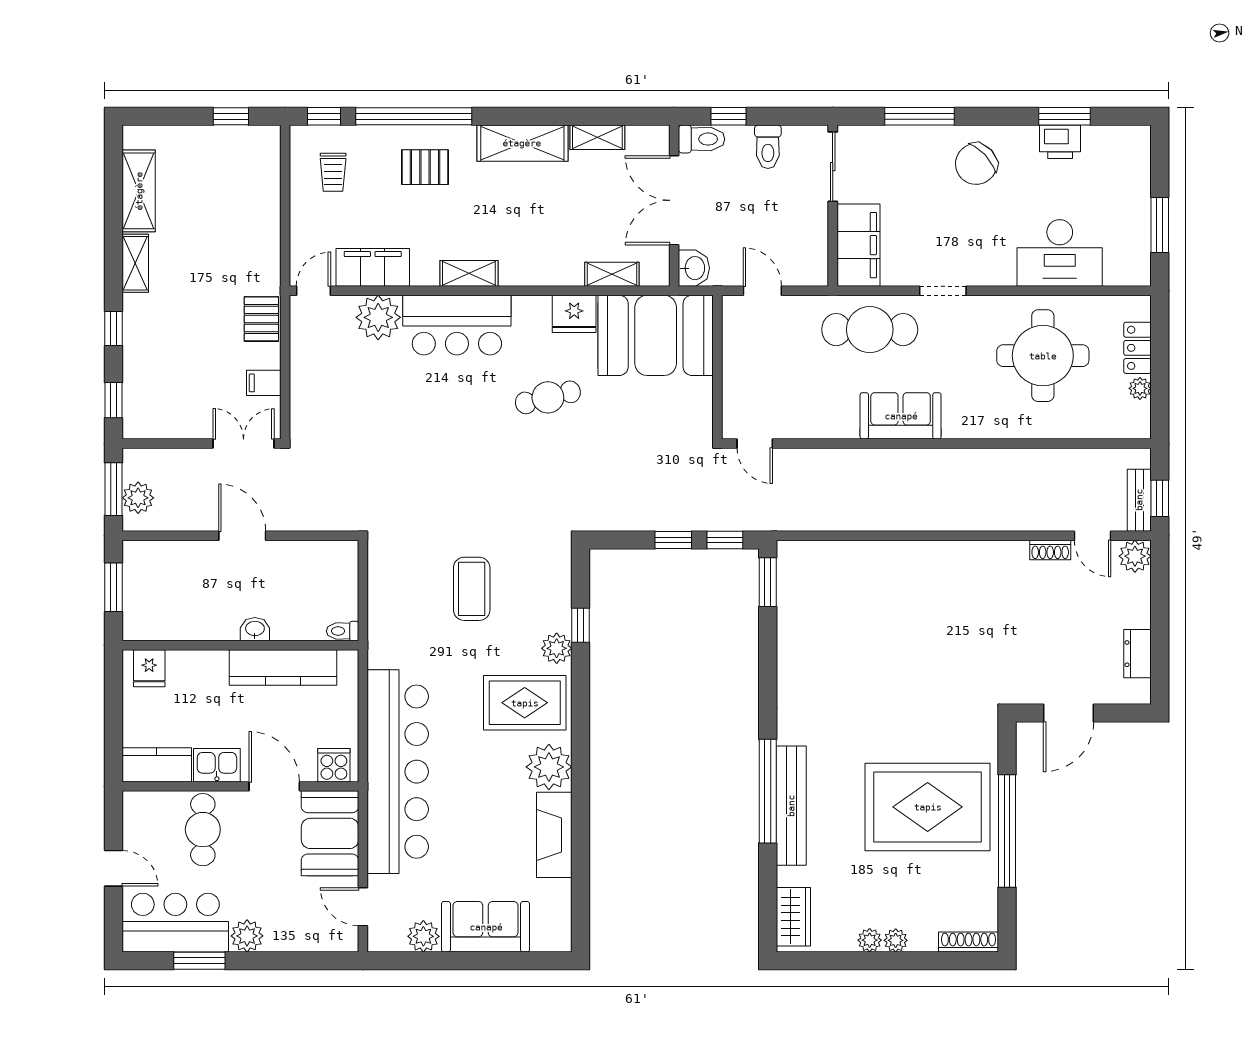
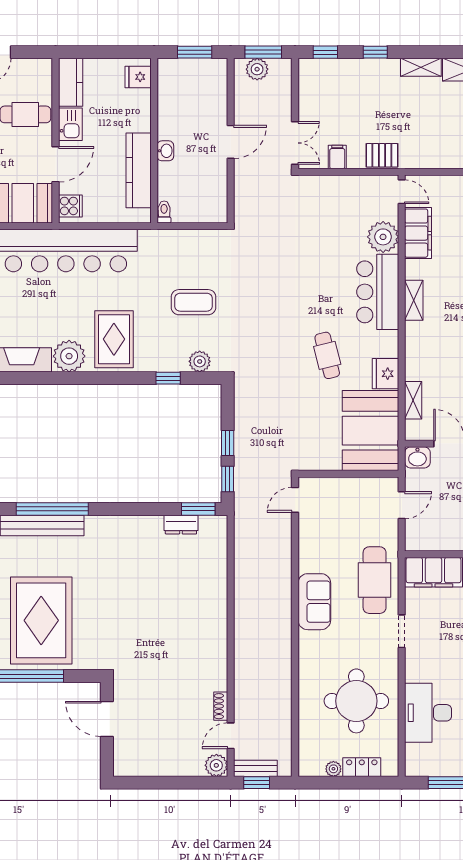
plant: (557, 648) -> (200, 361), moved
dresser: (1138, 654) -> (181, 525), moved, turned 180

